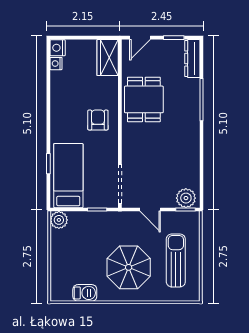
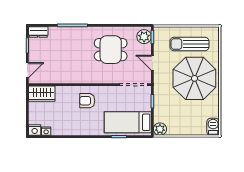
door: (140, 38) -> (27, 70), hinge flipped
dresser: (192, 59) -> (38, 32), width x0.70
dining table: (144, 99) -> (111, 50), moved
door: (150, 210) -> (152, 63), swing flipped
parasol: (129, 267) -> (194, 78), width x1.36, depth x1.36
barbecue: (85, 293) -> (213, 127), moved

